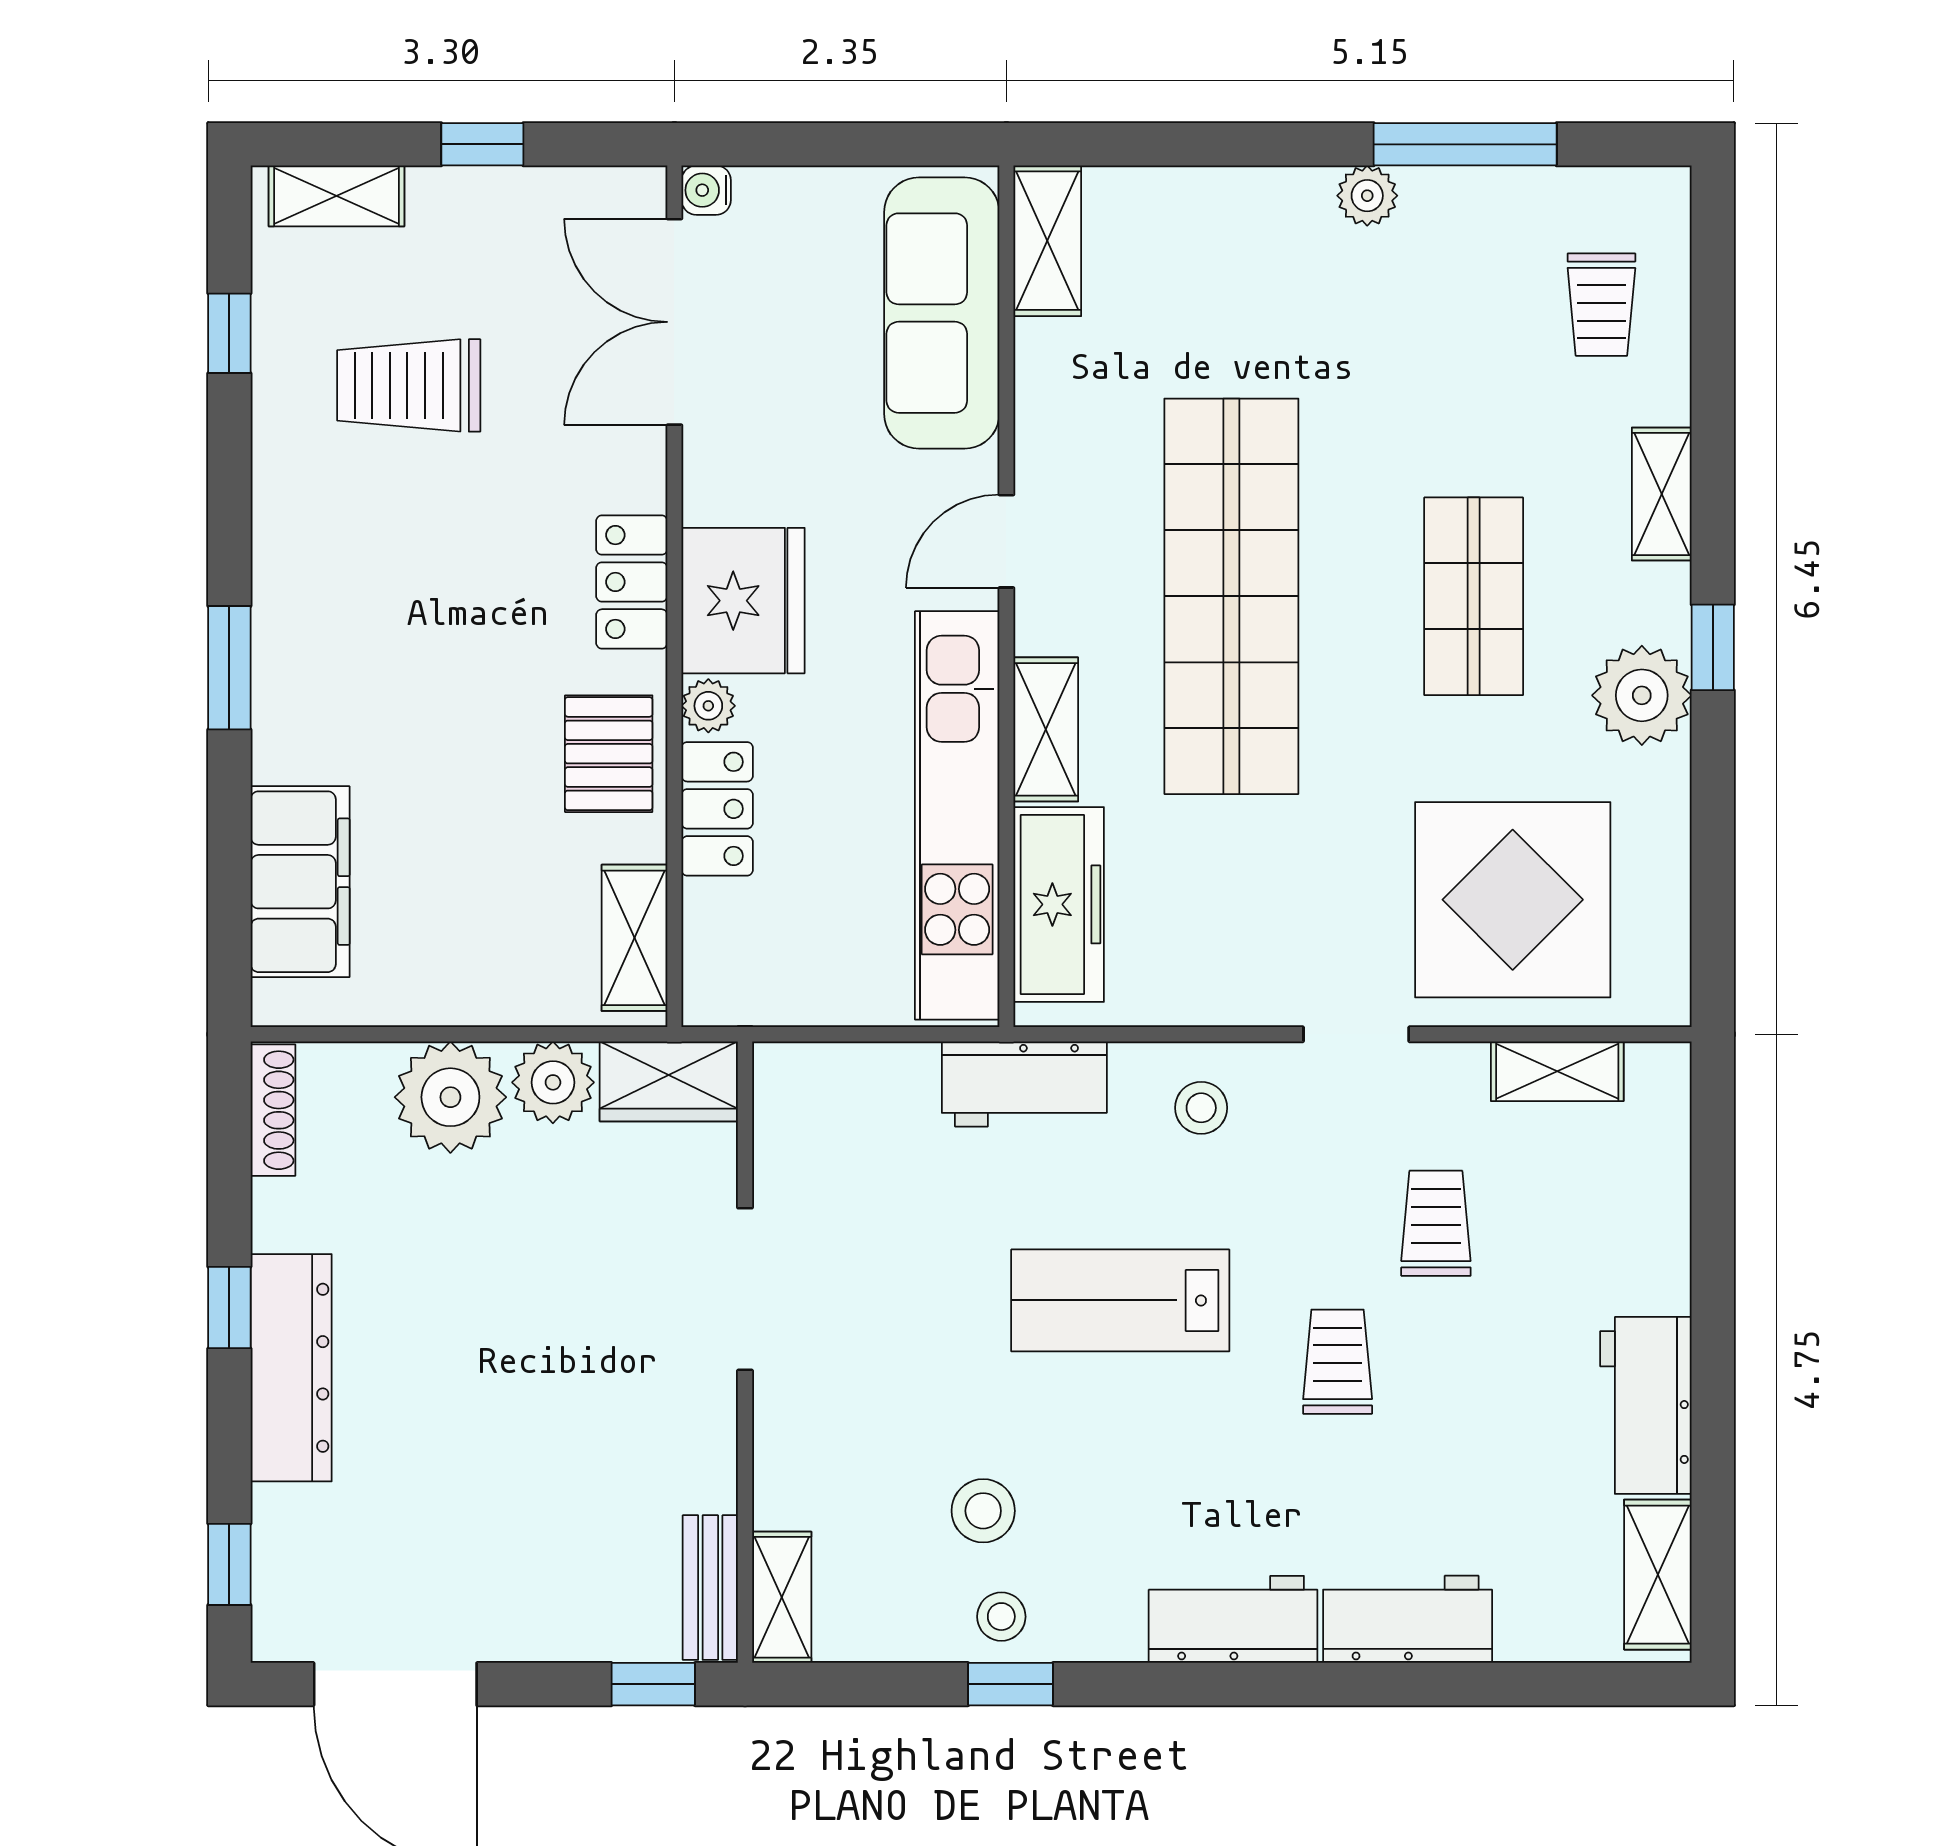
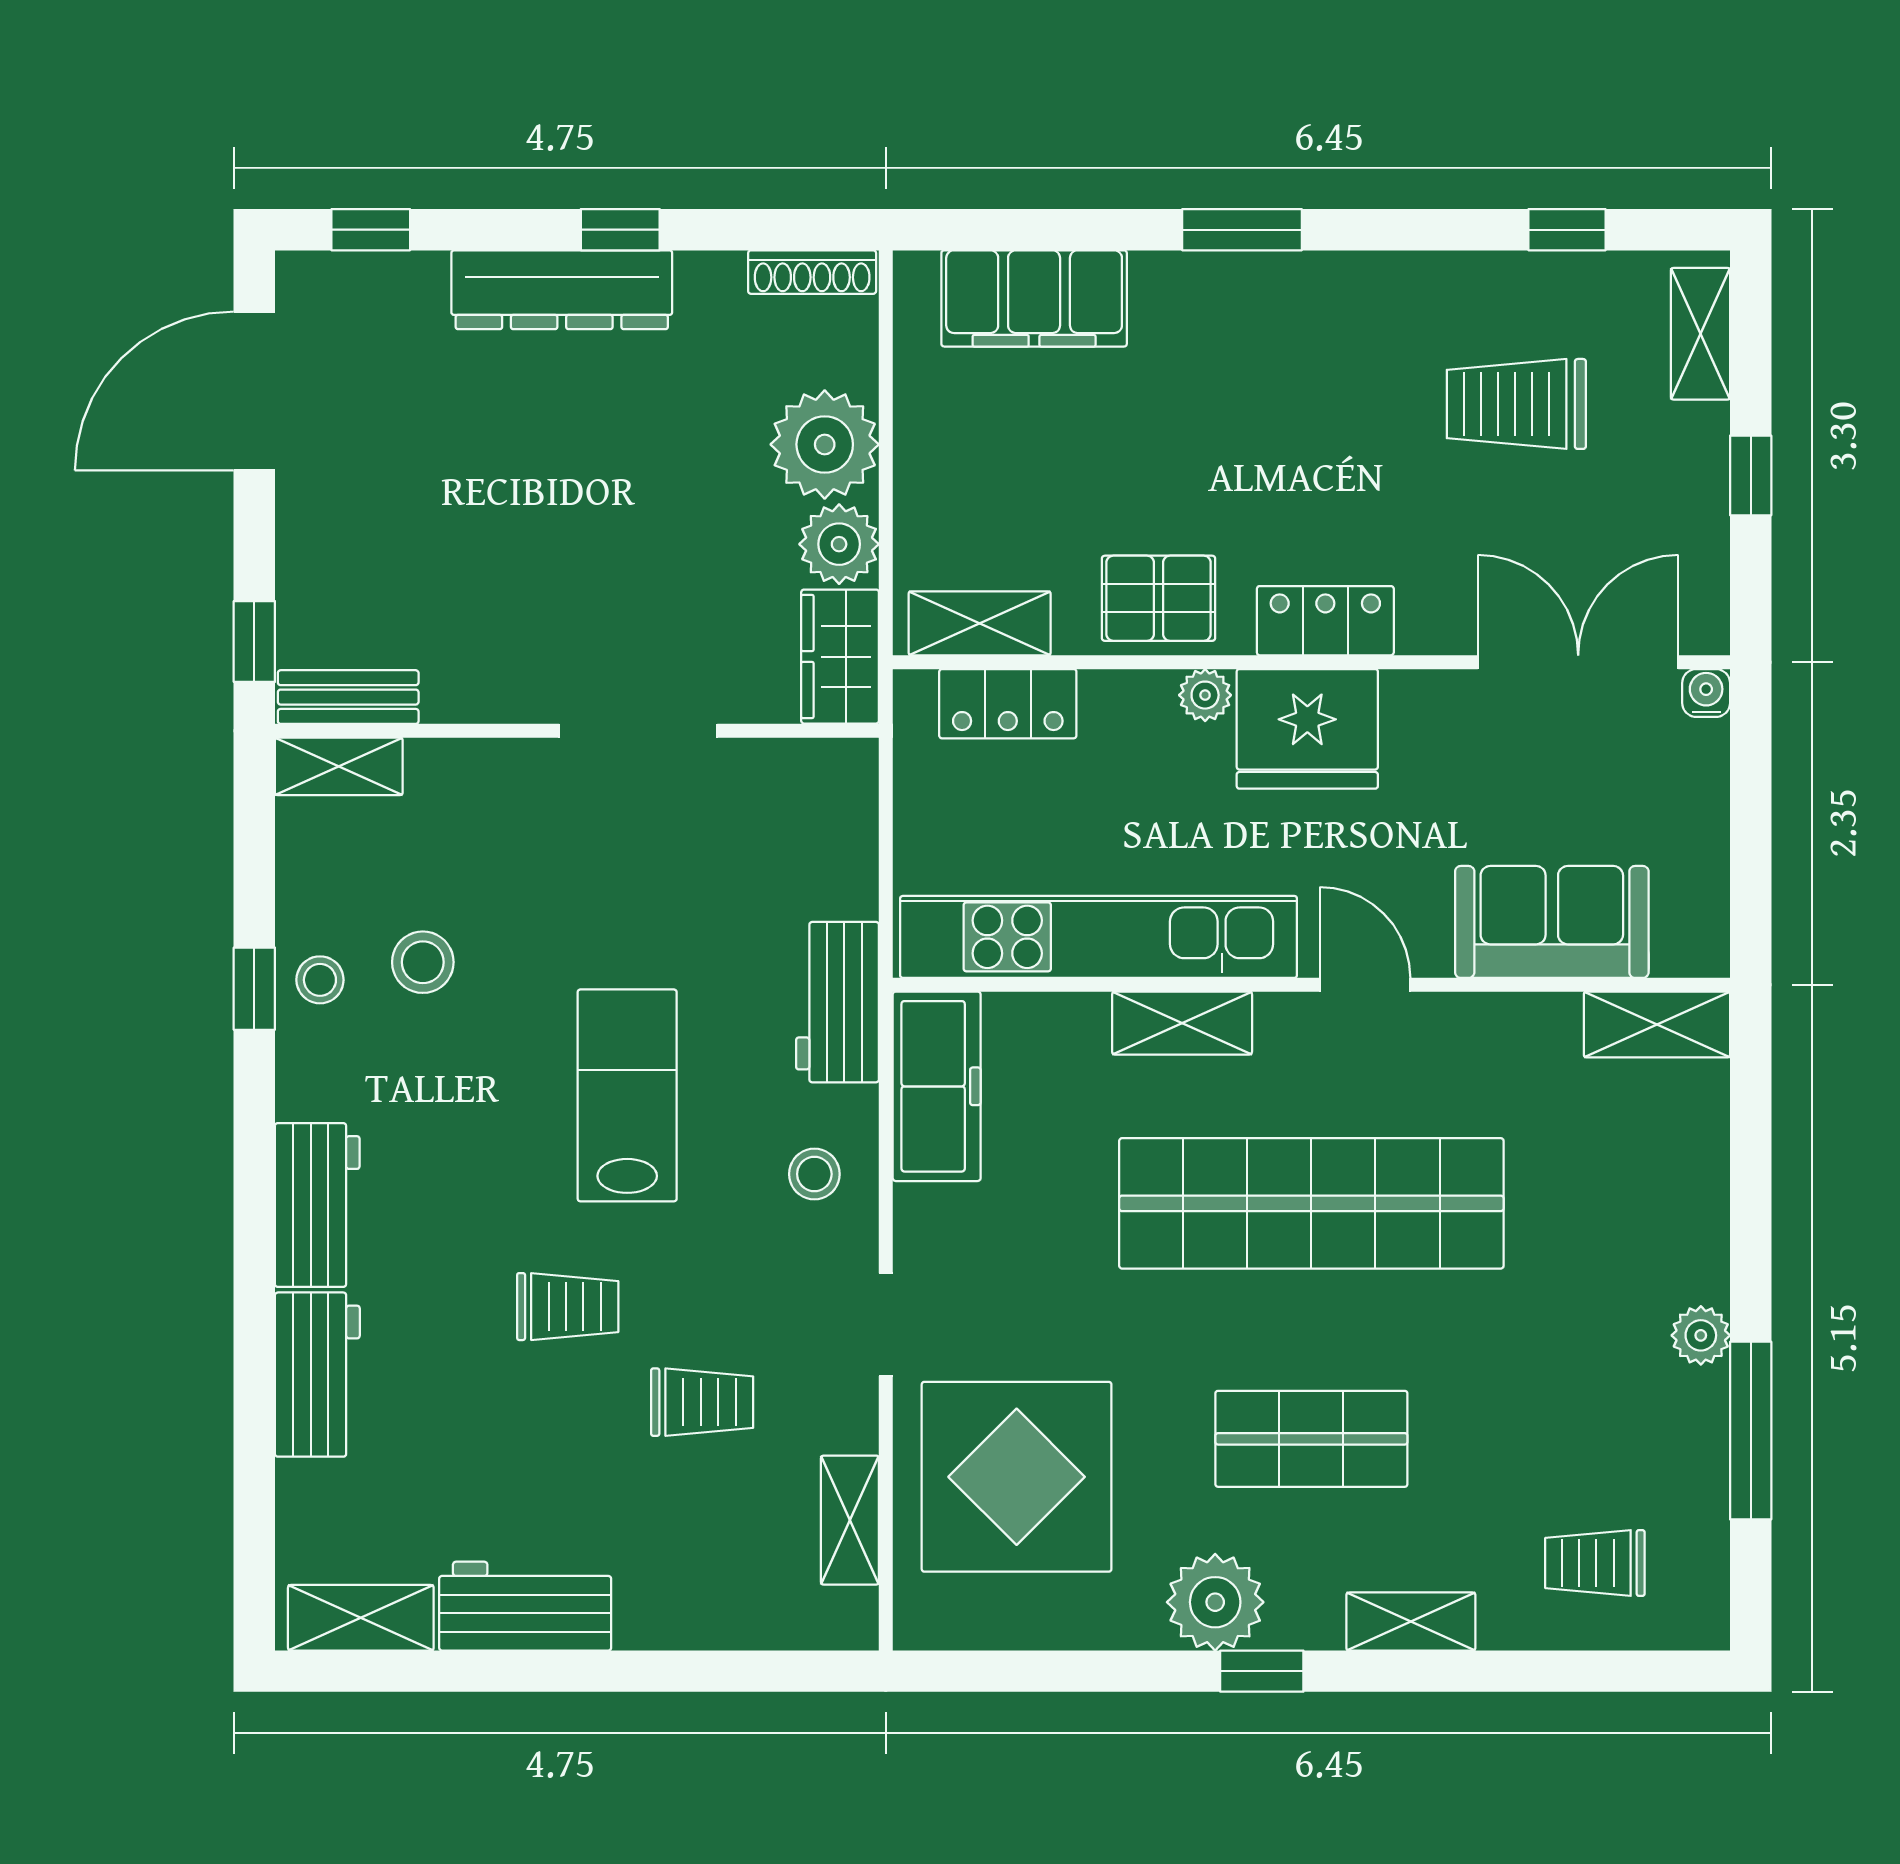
sofa: (942, 313) -> (1552, 922), width x0.73
trolley: (409, 385) -> (1516, 404), turned -90
locker: (717, 809) -> (1008, 704), moved
freezer: (1059, 904) -> (937, 1086), moved, turned -90

